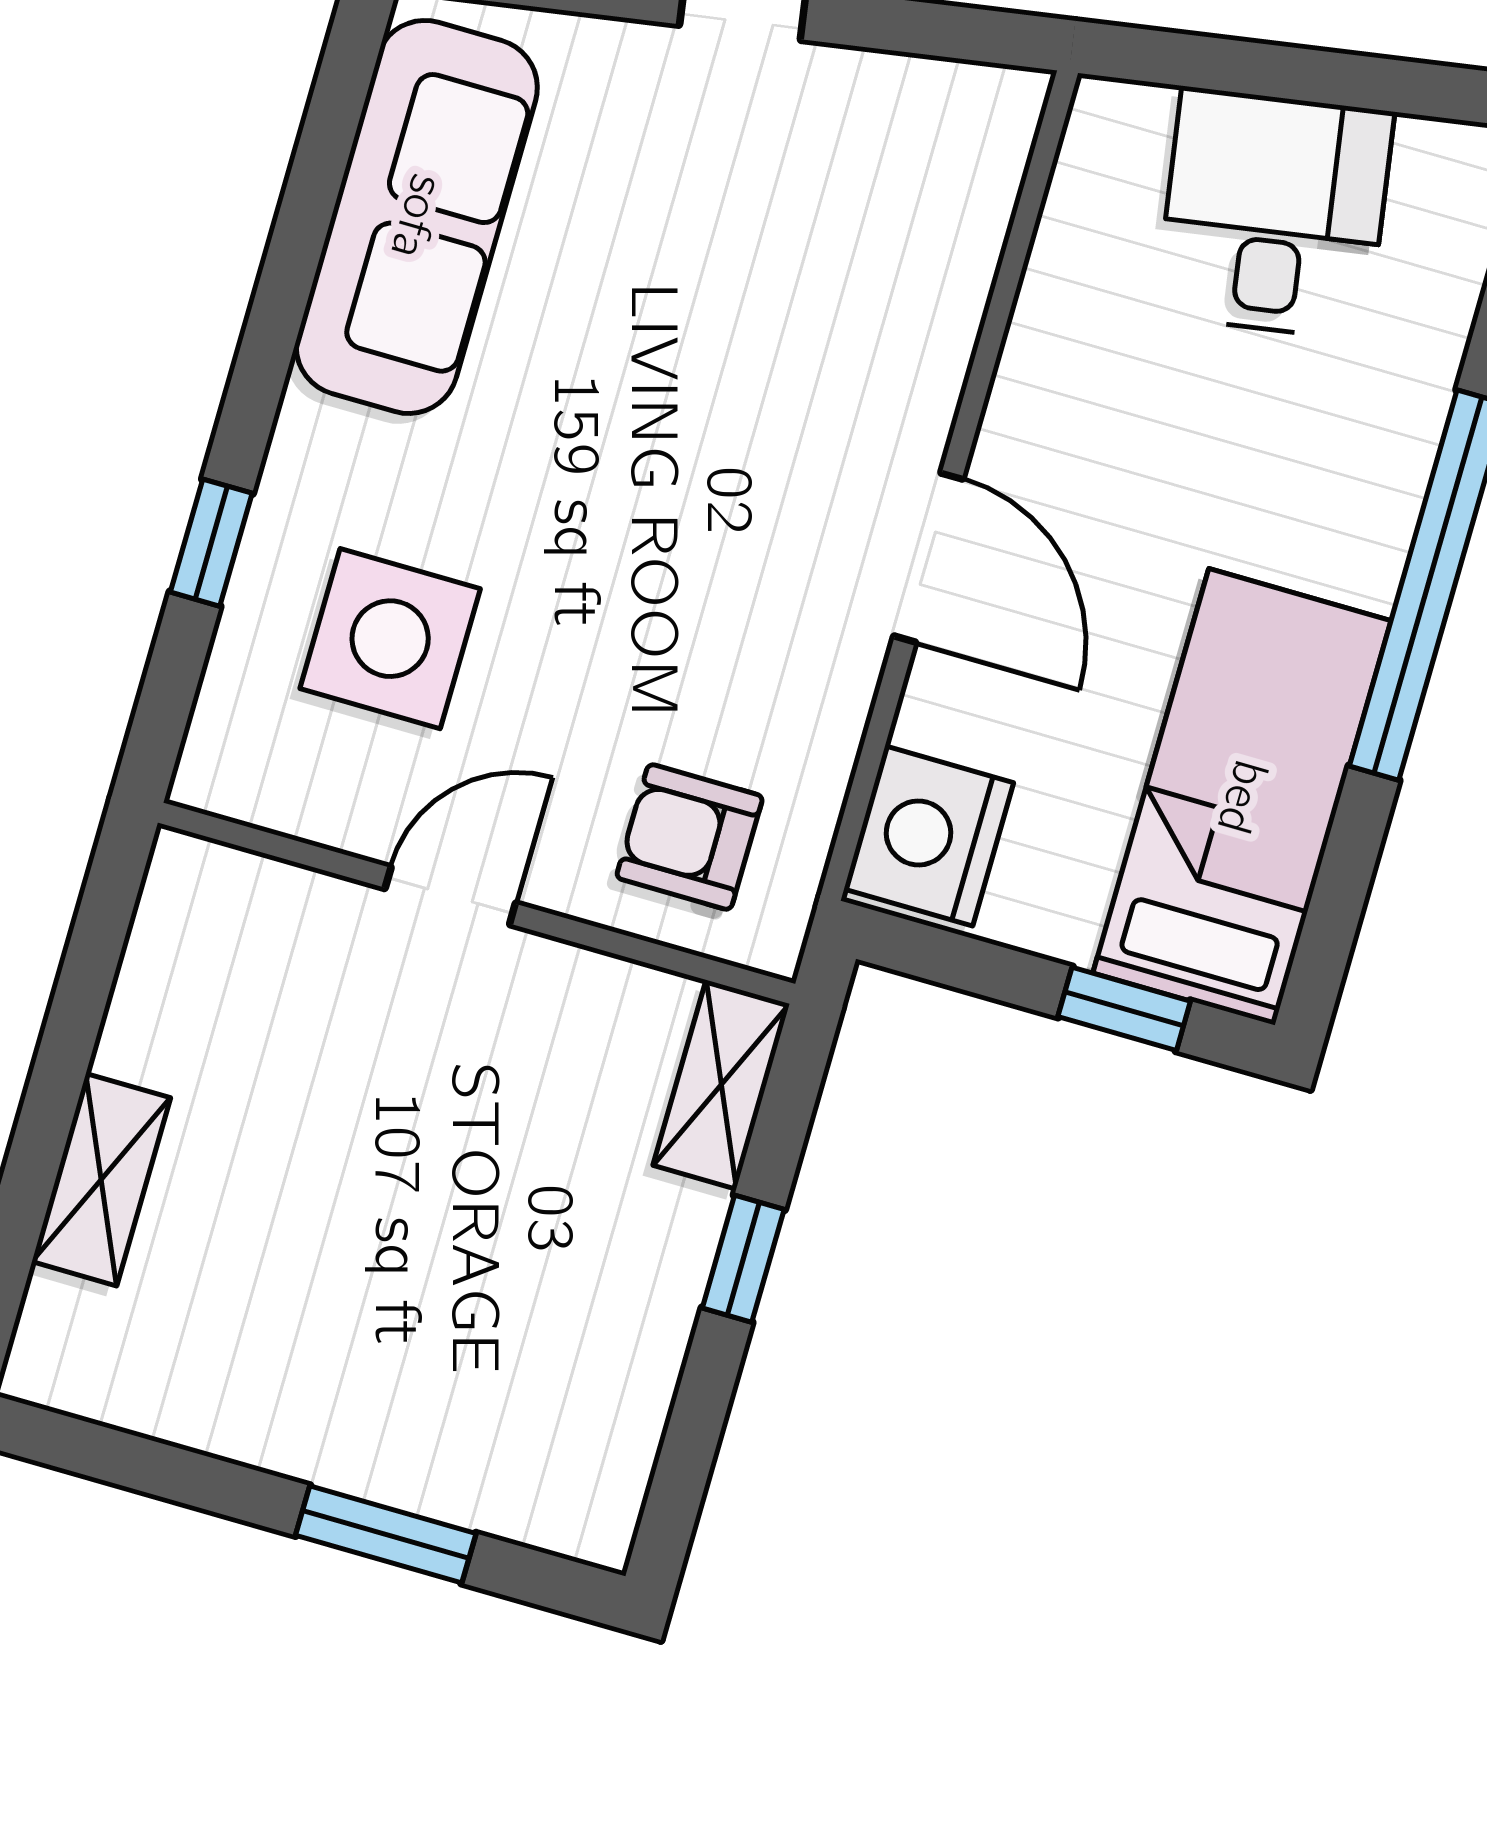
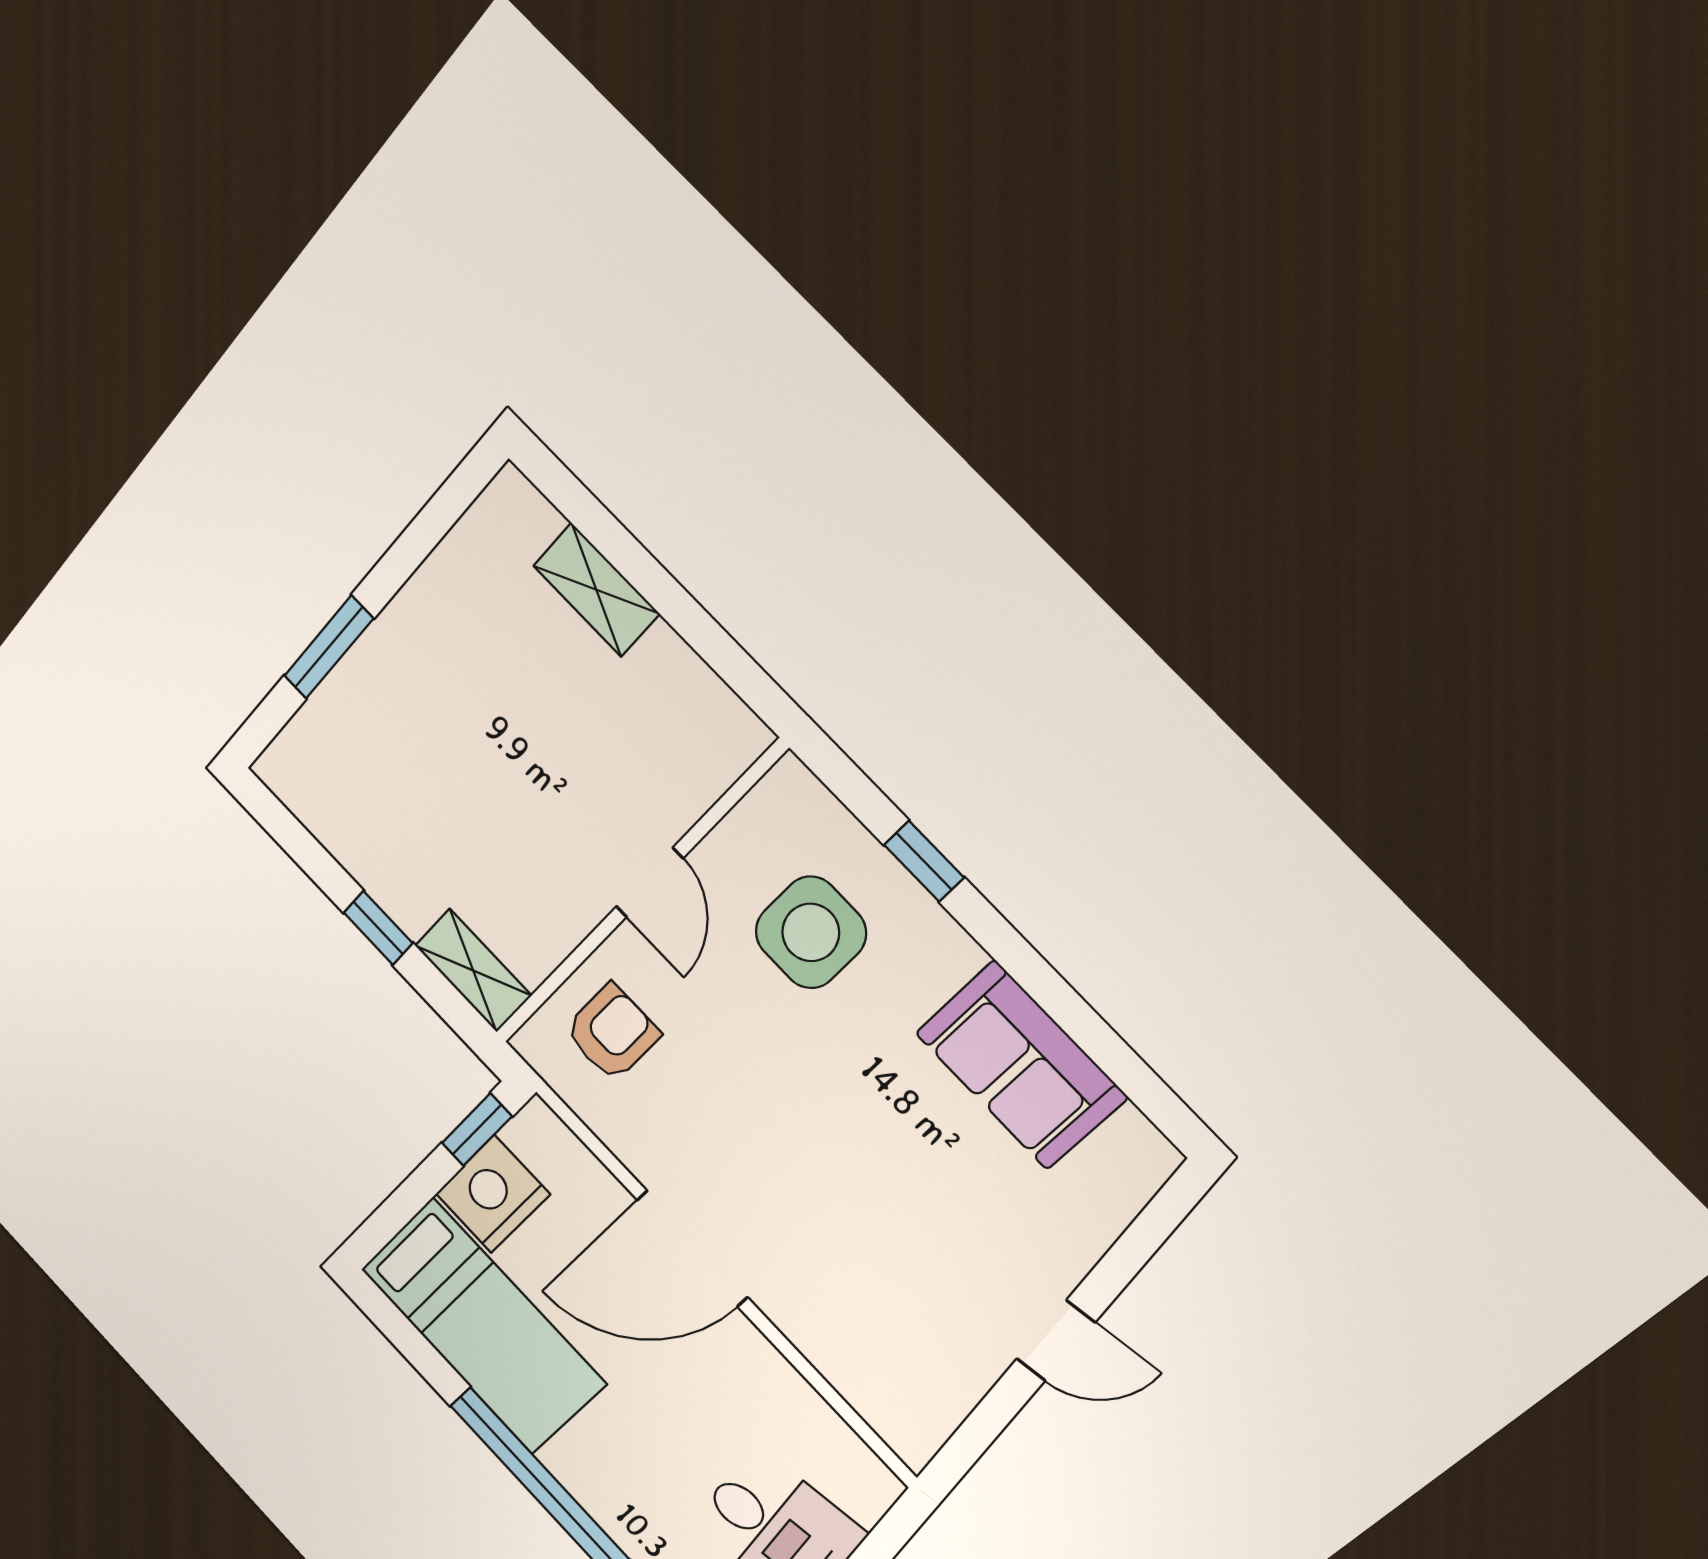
sofa: (417, 217) -> (1021, 1065), width x0.73
door: (928, 558) -> (692, 1249), width x1.36
nightstand: (929, 836) -> (493, 1194), moved, turned -90
window: (1124, 1009) -> (477, 1130), moved

